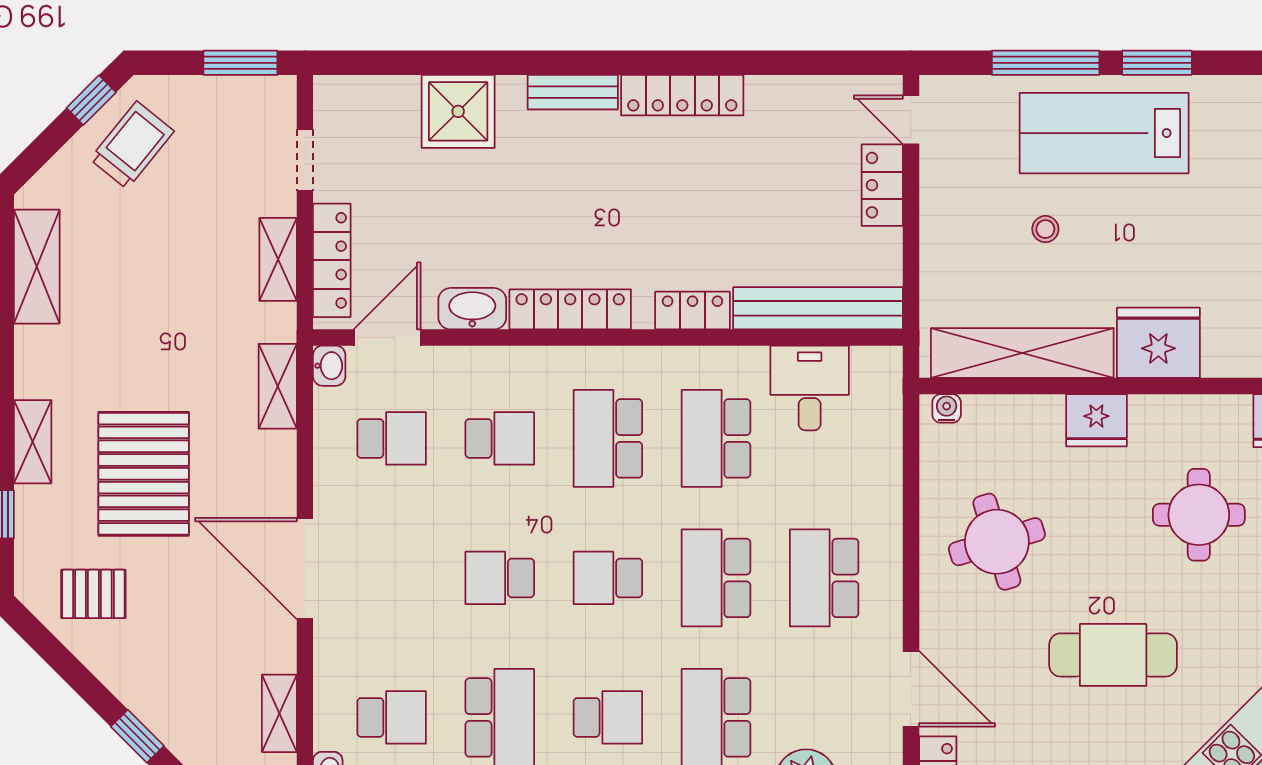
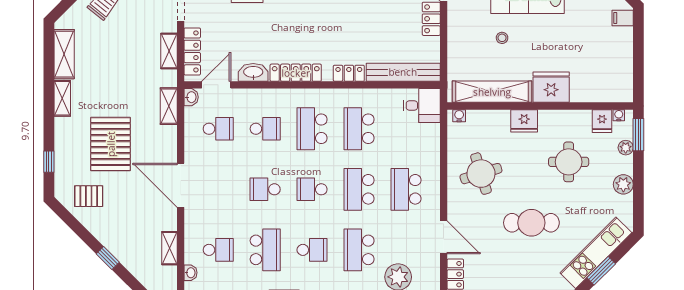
desk: (810, 388) -> (422, 106), moved, turned 90
shelving: (33, 442) -> (62, 98), moved

